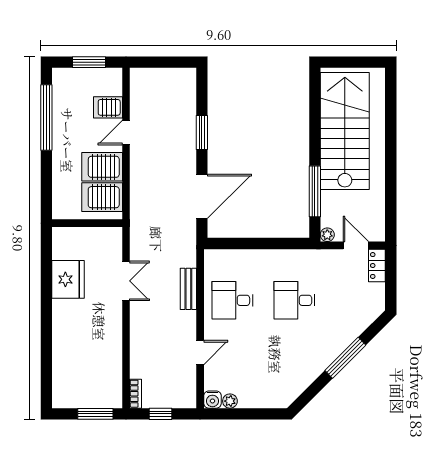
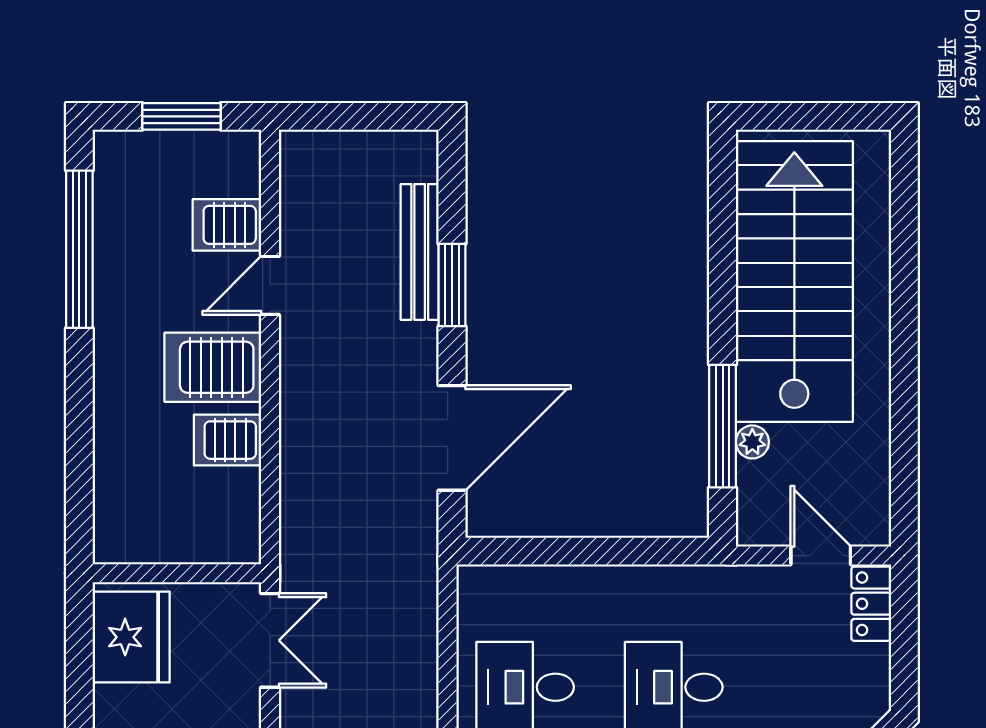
server rack: (102, 197) -> (228, 440), width x0.73, depth x0.70
wall: (87, 223) -> (177, 573), moved
plant: (327, 235) -> (752, 442), moved
bench: (188, 289) -> (420, 252), moved, width x1.36

